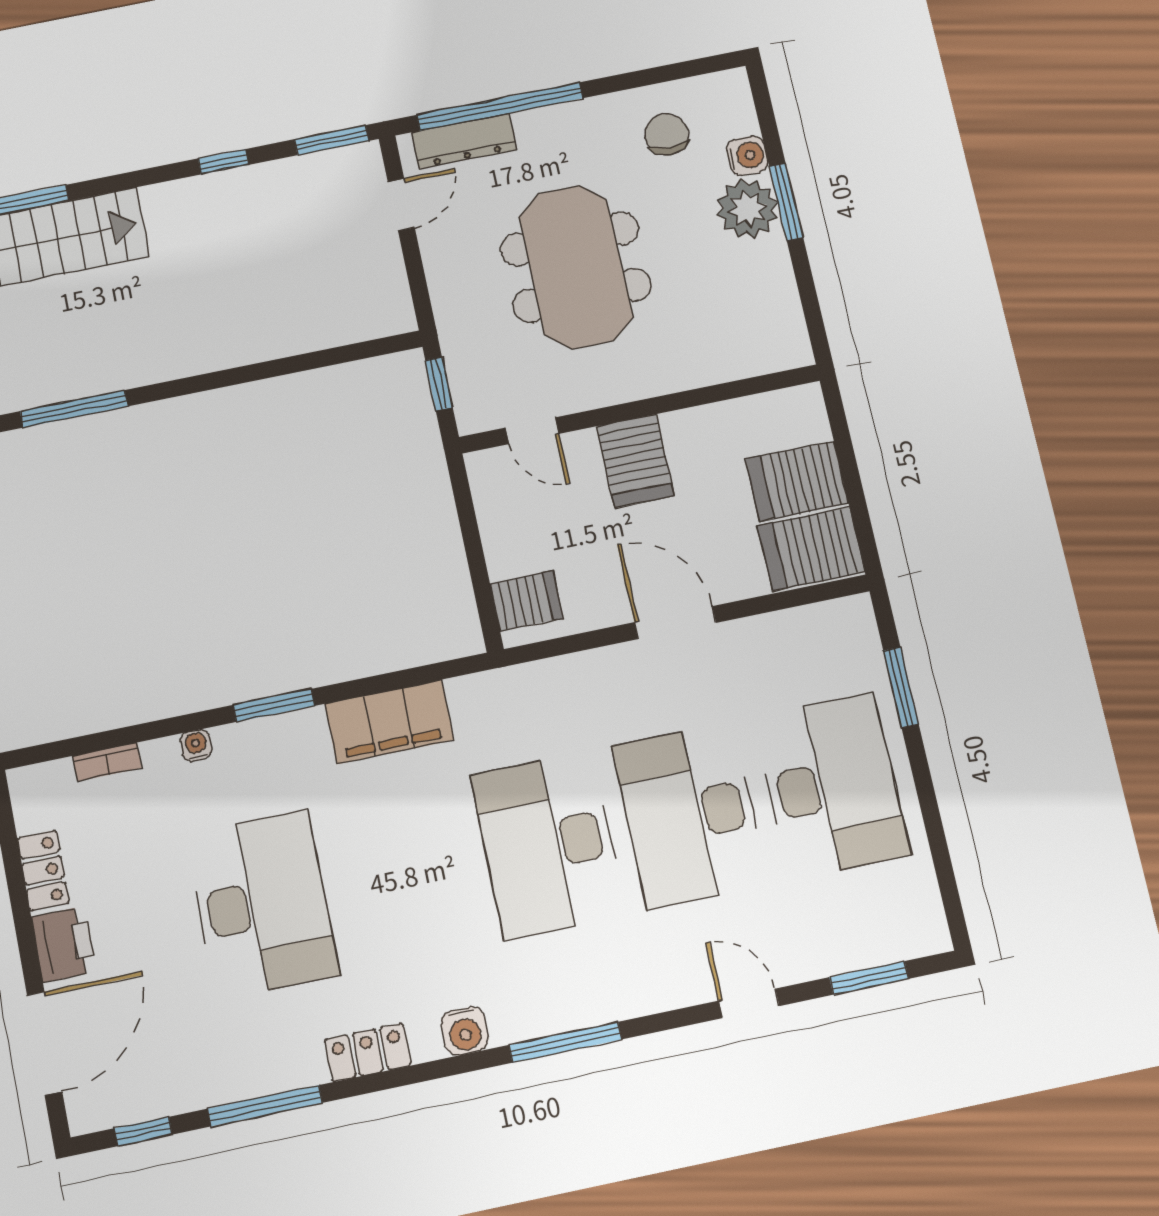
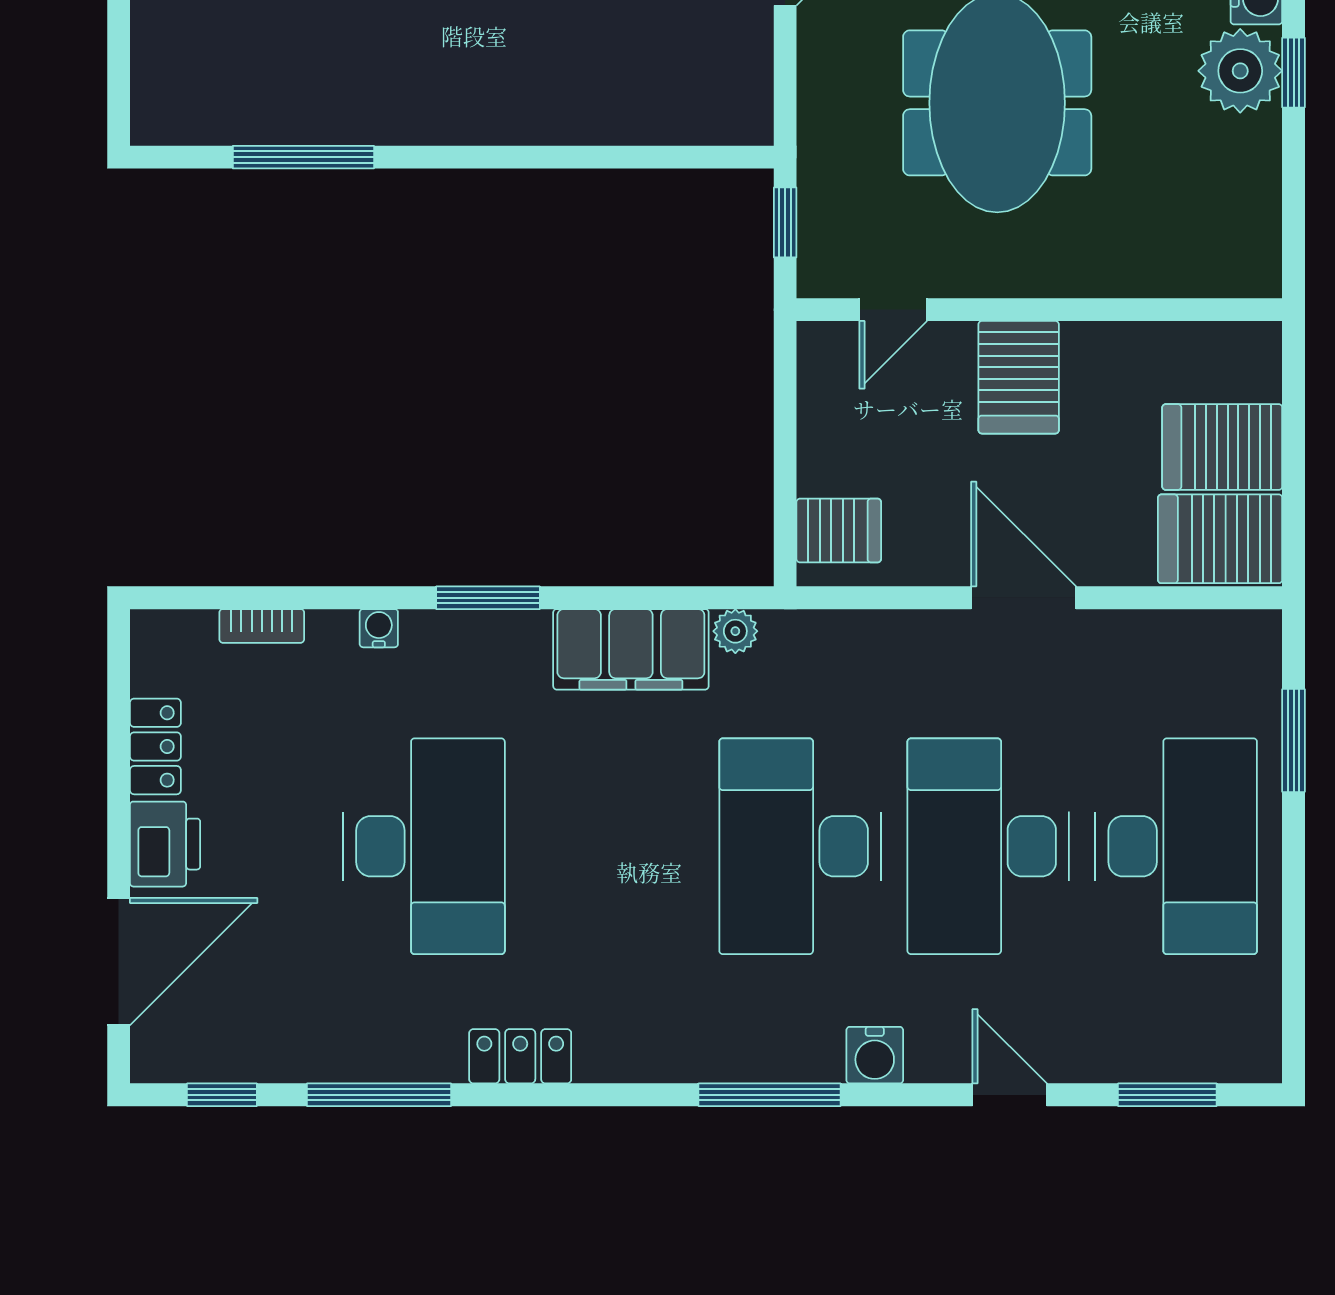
window: (786, 202) -> (1294, 73), width x0.67
door: (532, 431) -> (893, 310), hinge flipped
plant: (465, 692) -> (735, 631), added
water cooler: (465, 1031) -> (875, 1055), moved

